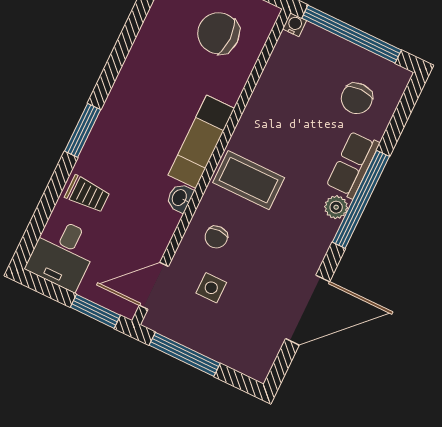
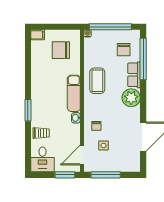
coffee table: (249, 180) -> (97, 81), moved, turned 90
window: (361, 199) -> (143, 59), moved
plant: (336, 207) -> (131, 98), width x1.88, depth x1.88

